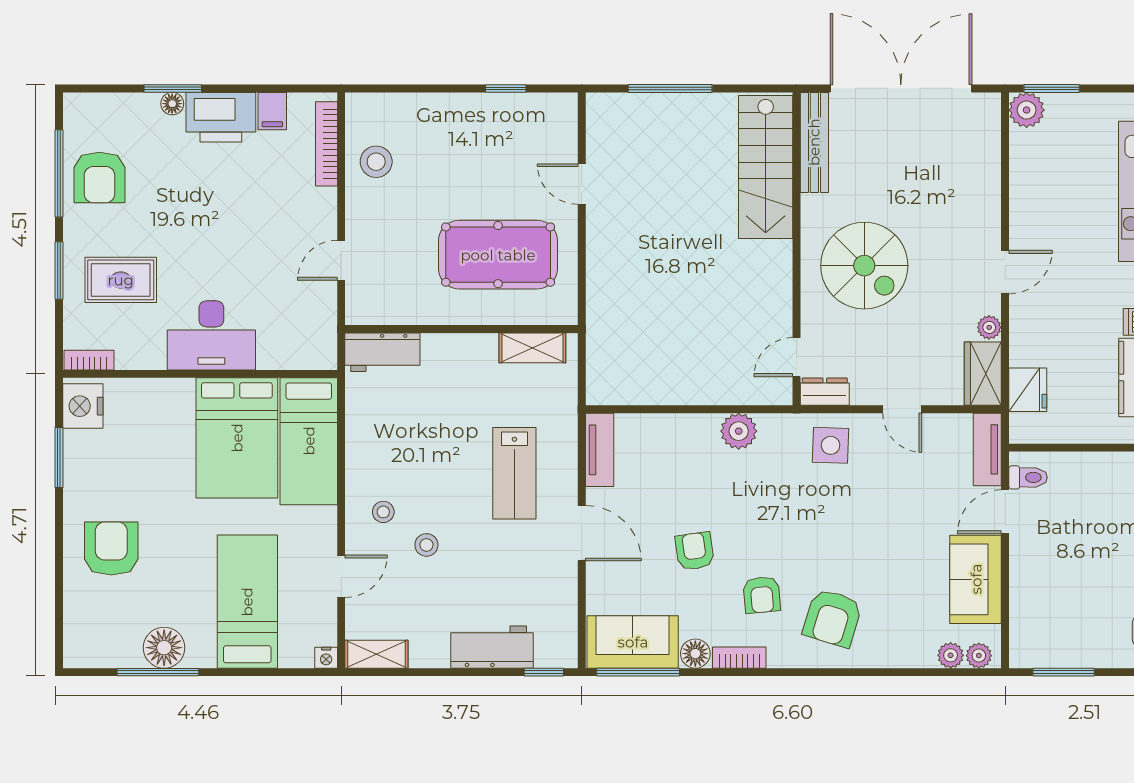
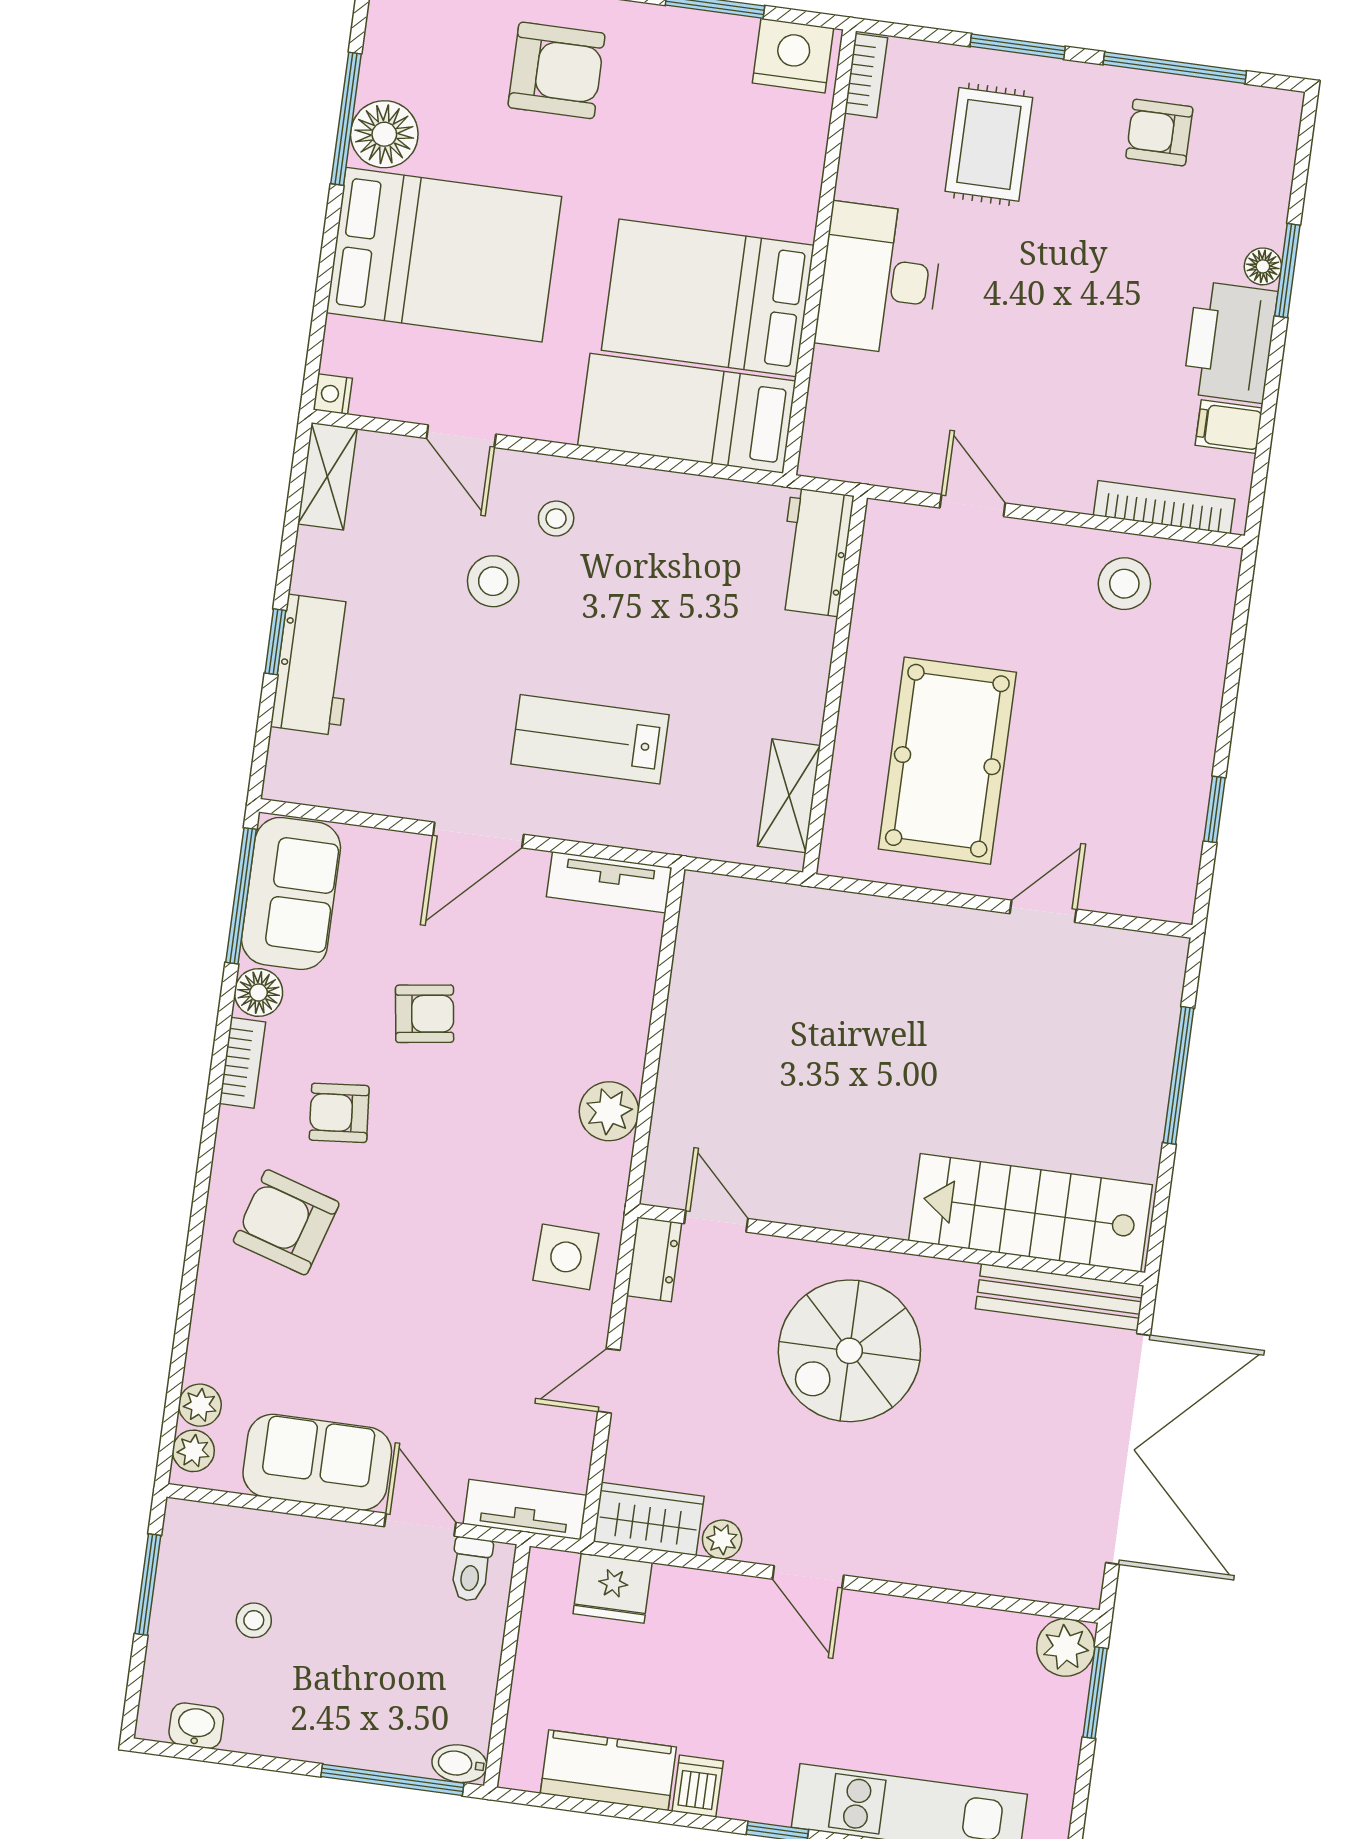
armchair: (99, 177) -> (1159, 133), width x0.72, depth x0.72
stool: (426, 545) -> (493, 581), width x1.37, depth x1.37
bed: (247, 602) -> (444, 255), width x1.50
stool: (1077, 605) -> (254, 1620), added
window: (544, 672) -> (275, 642), moved

